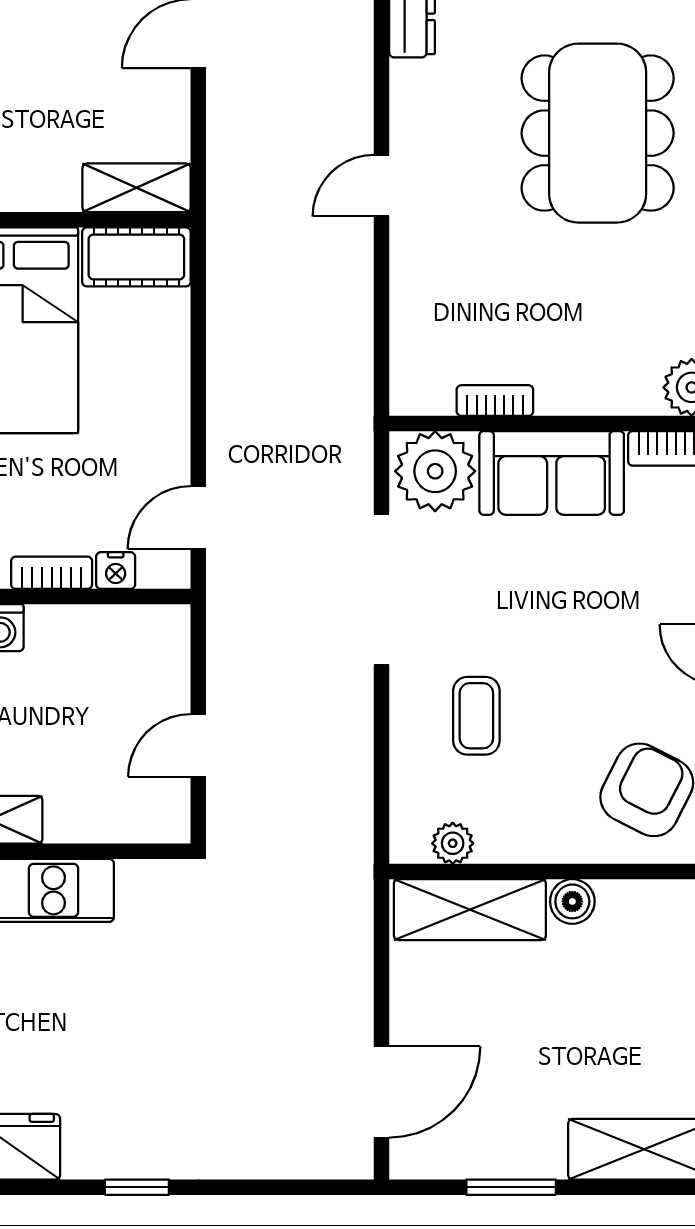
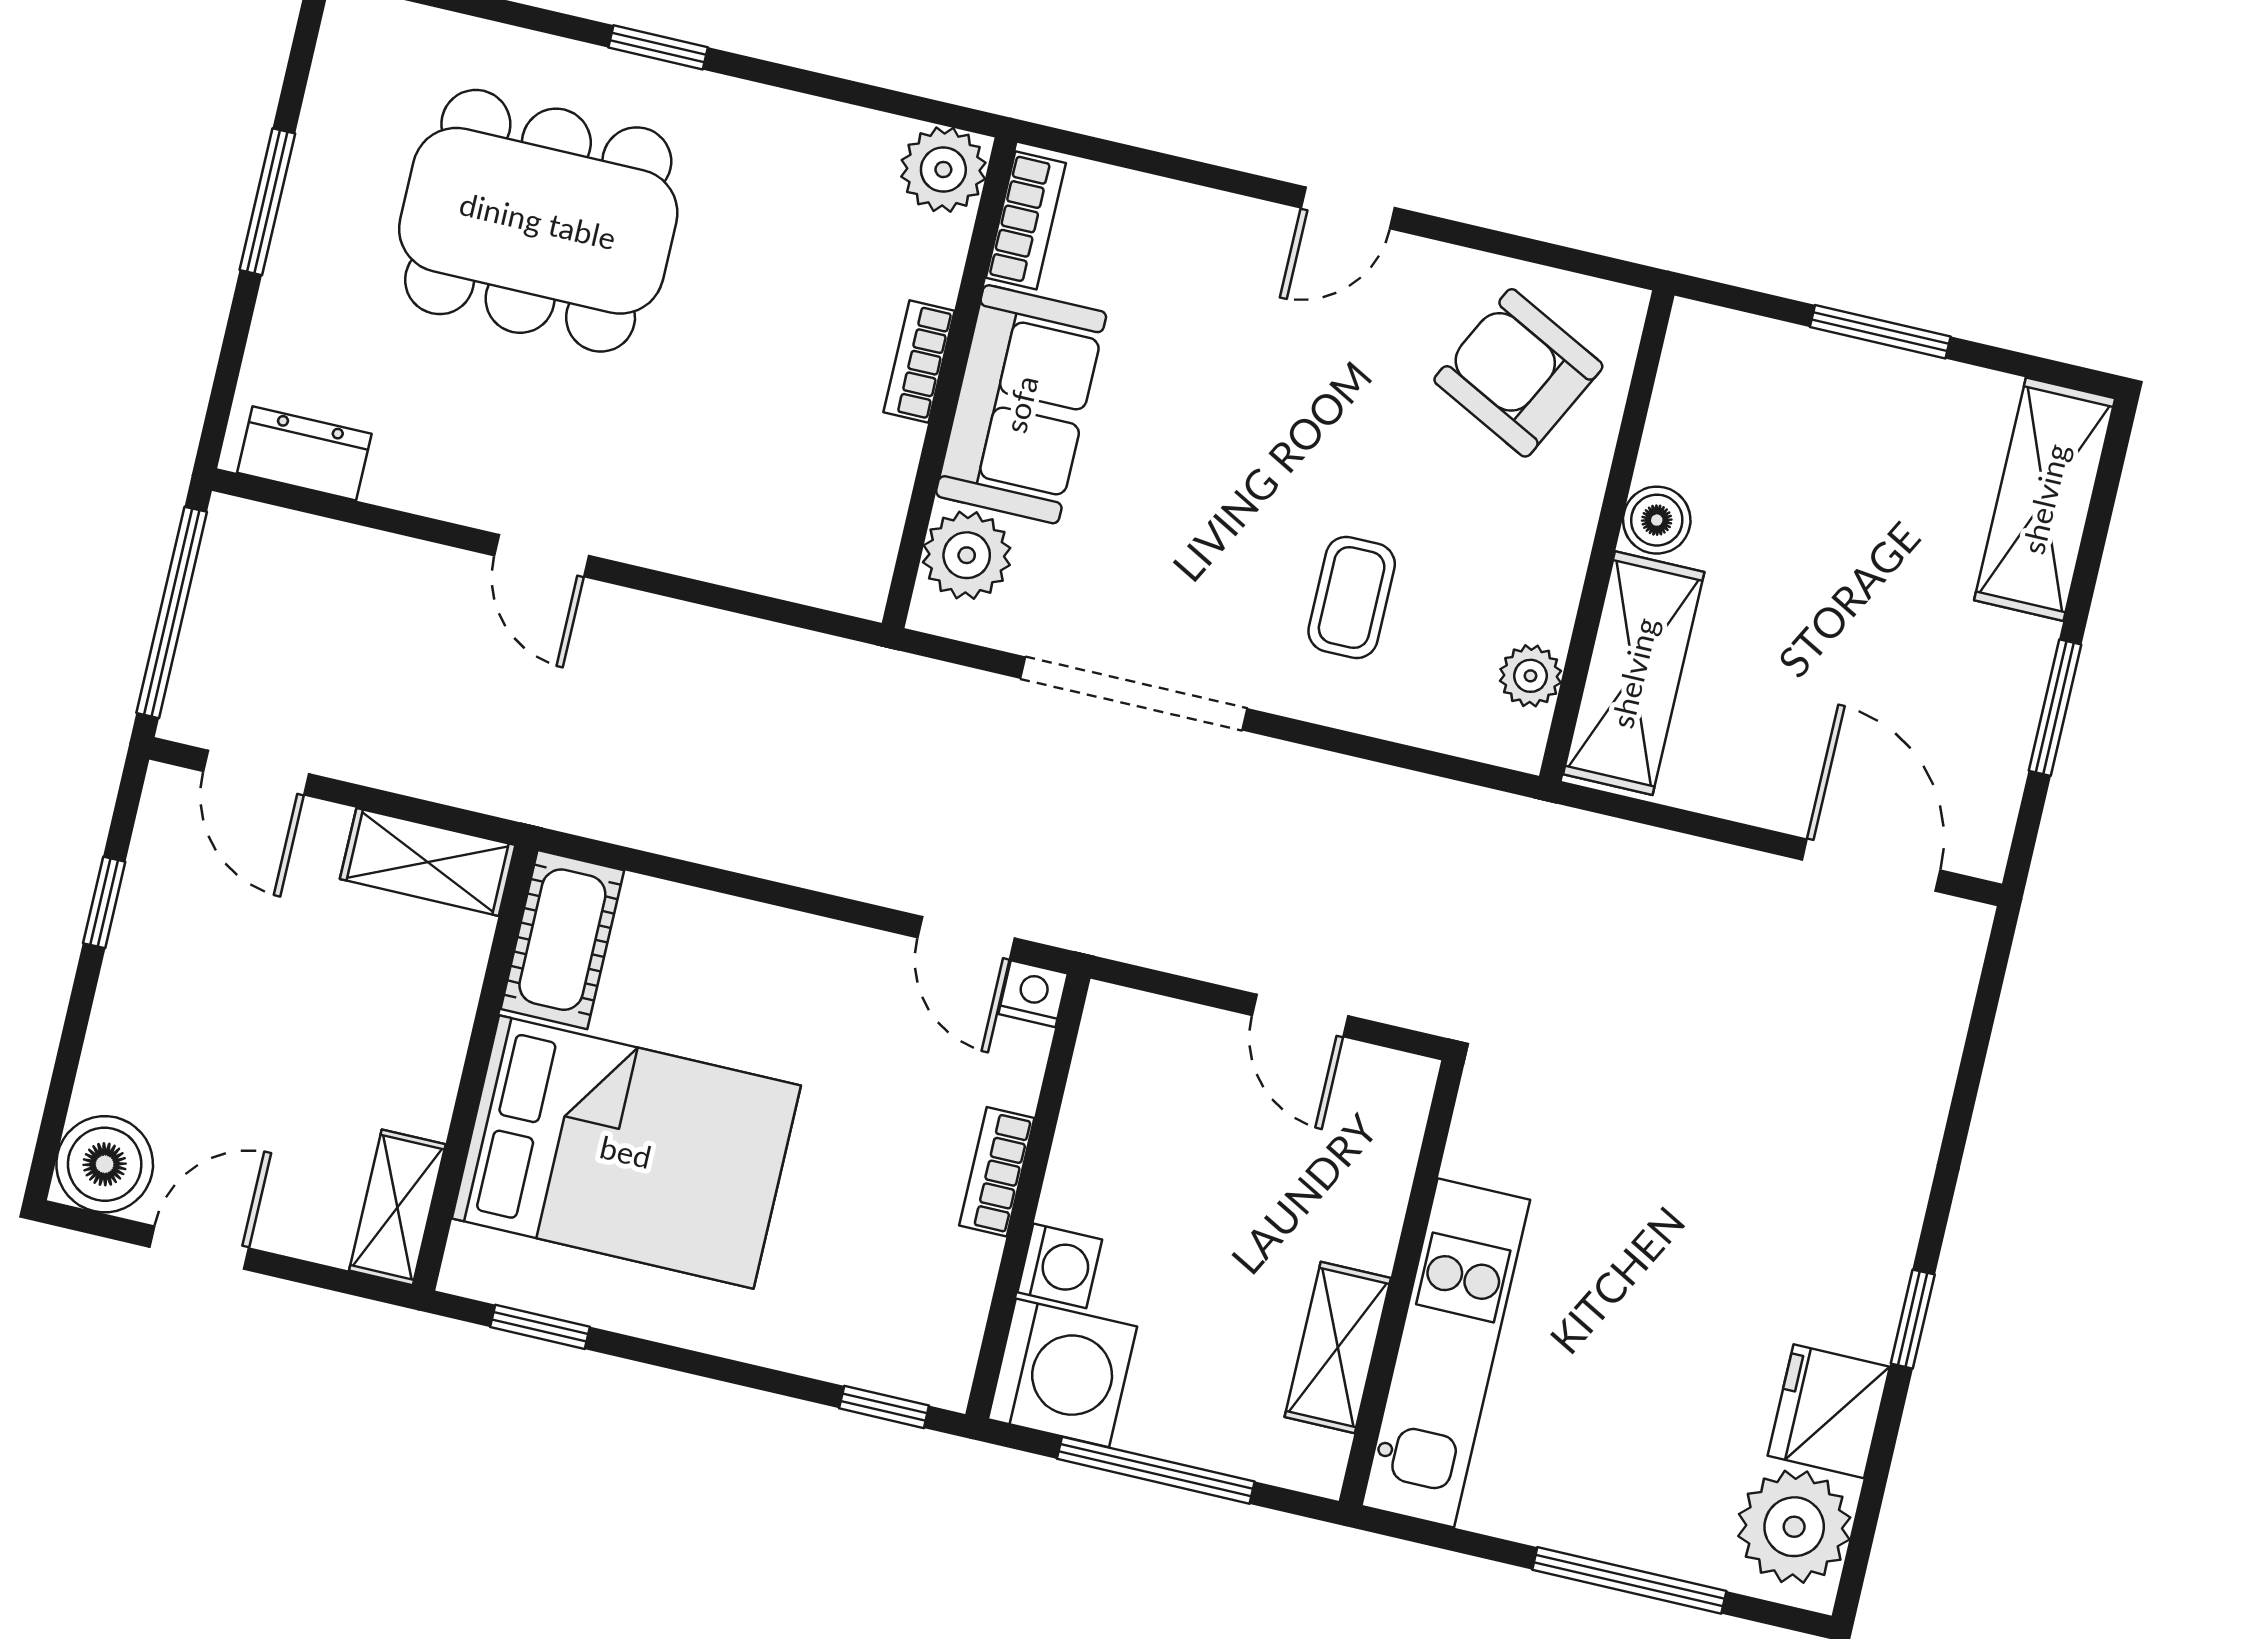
shelving: (137, 188) -> (428, 862), moved, turned 90
bookcase: (495, 401) -> (919, 361), moved
plant: (435, 471) -> (967, 555), width x0.73, depth x0.73
nightstand: (116, 571) -> (1033, 994), moved, turned -90
coffee table: (476, 716) -> (1352, 597), turned 90
window: (137, 1187) -> (1913, 1319), moved

